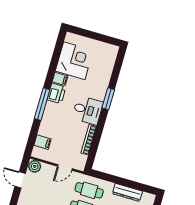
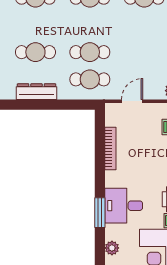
plant: (107, 72) -> (112, 248), added
desk: (88, 110) -> (124, 206), moved

